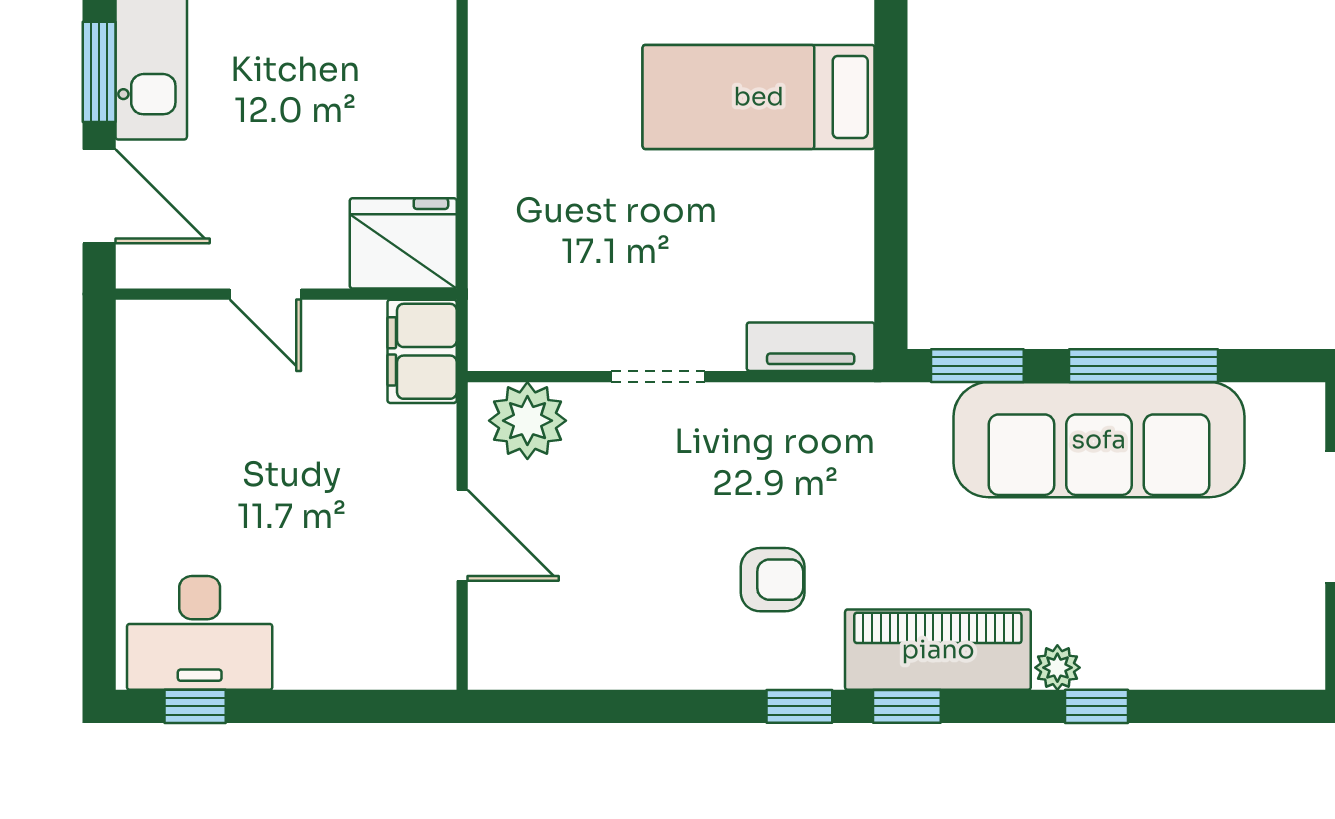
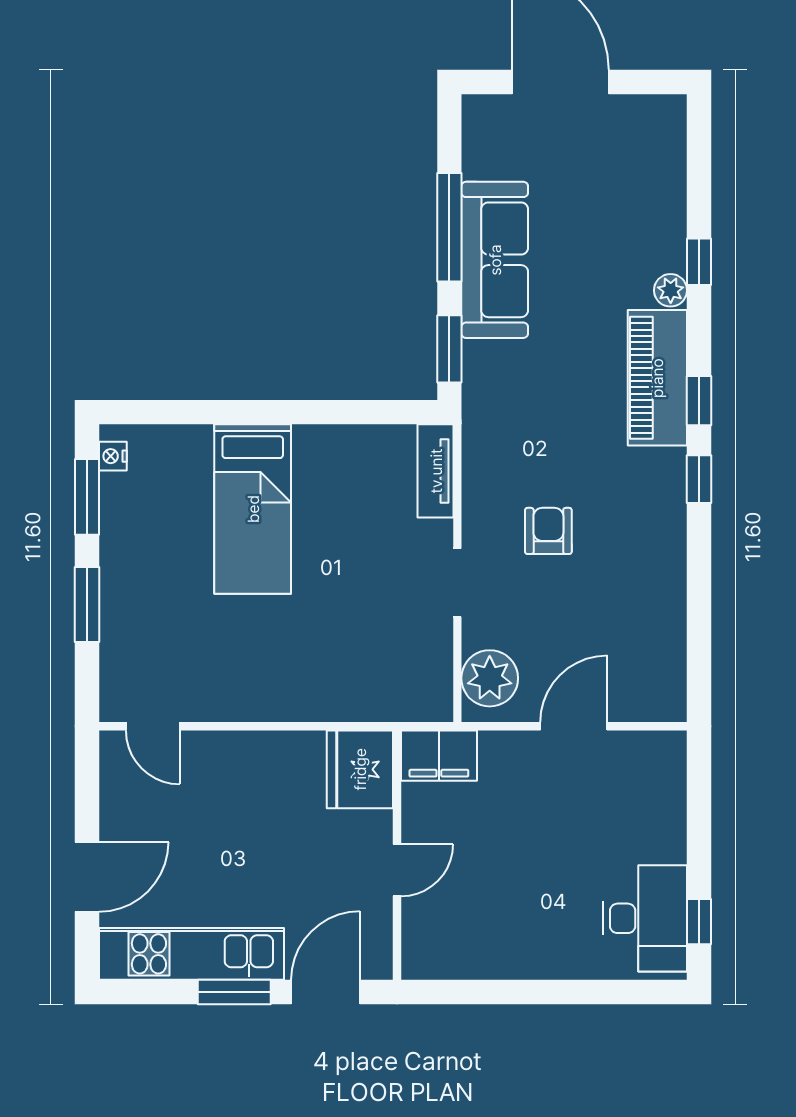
sofa: (1099, 440) -> (495, 260), width x0.74, depth x0.79
armchair: (773, 580) -> (548, 531), moved

